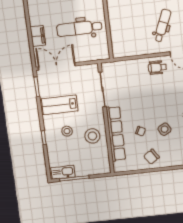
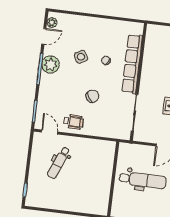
stool: (92, 136) -> (157, 67), removed
chair: (151, 157) -> (92, 96), moved

